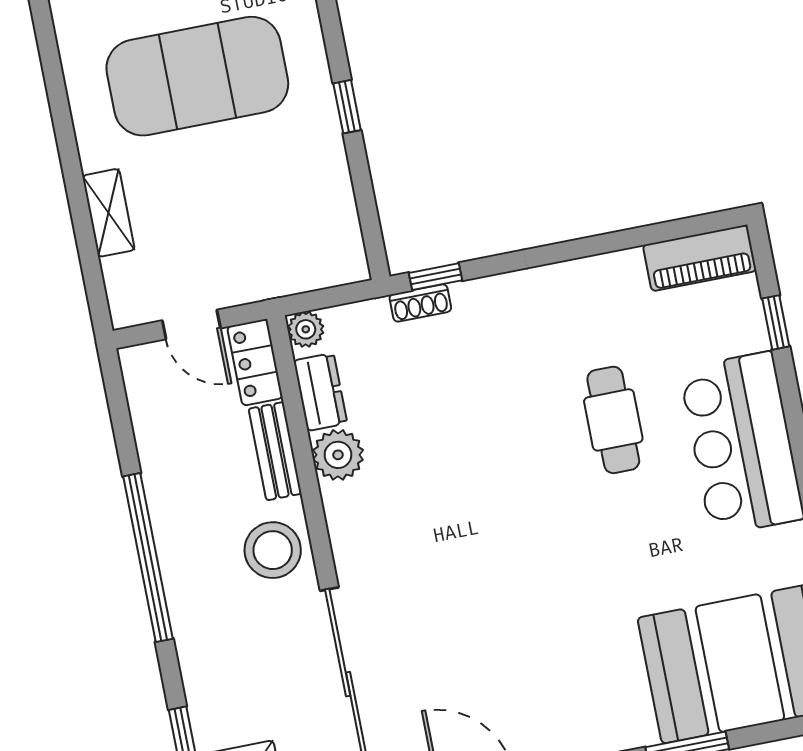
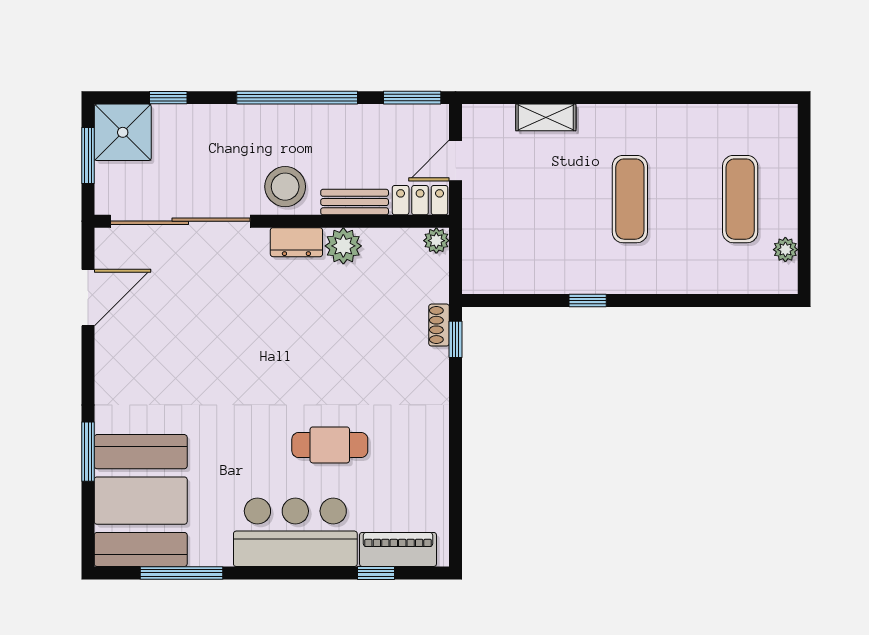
exercise mat: (197, 76) -> (630, 199), width x0.50, depth x0.69
piano: (700, 258) -> (398, 549), moved, turned 90
dresser: (320, 392) -> (296, 242), moved
window: (117, 401) -> (412, 98), added

